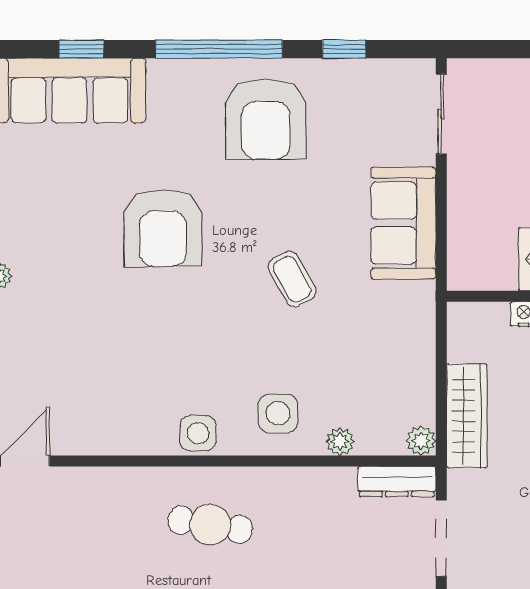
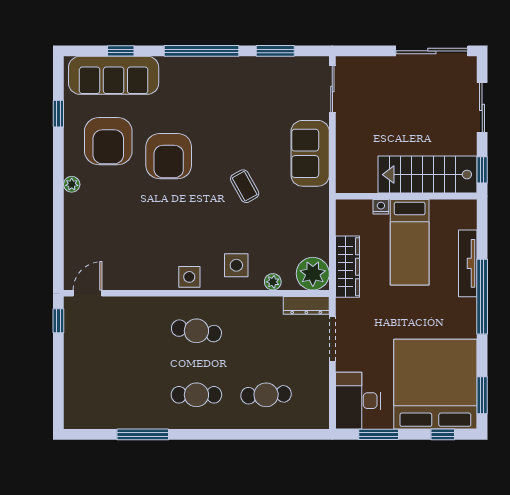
window: (344, 49) -> (275, 51), width x1.50
armchair: (266, 119) -> (108, 141), moved
plant: (421, 441) -> (313, 274), width x1.88, depth x1.88

